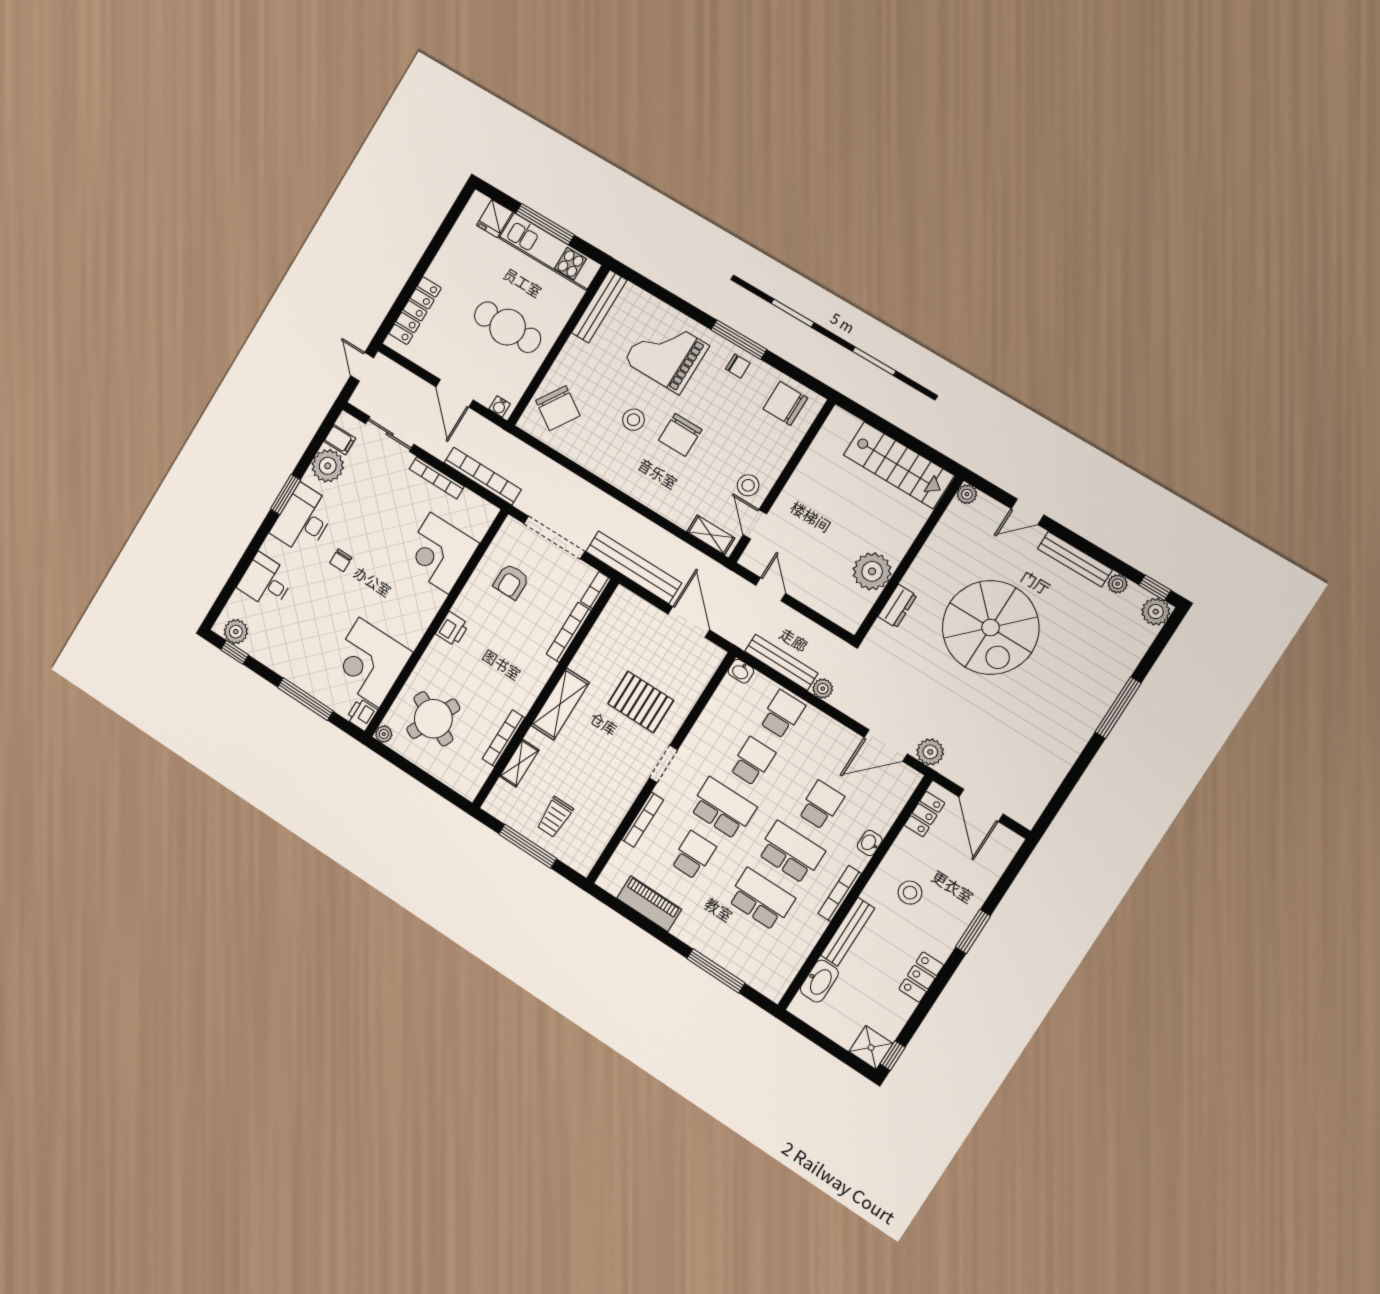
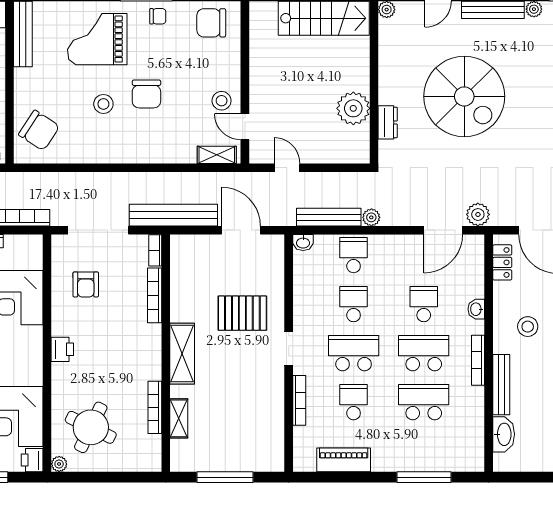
trolley: (555, 817) -> (232, 441), removed

